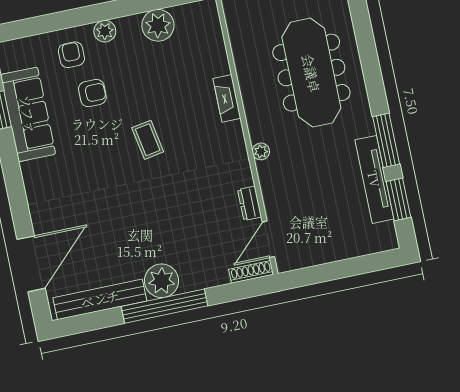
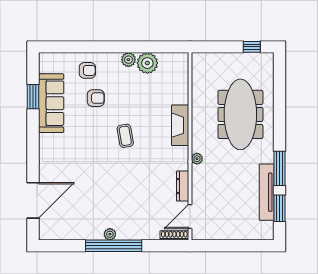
plant: (105, 31) -> (128, 60), moved
armchair: (71, 55) -> (87, 70), turned 90
fireplace: (227, 98) -> (180, 125), width x1.37, depth x1.32
dresser: (249, 203) -> (183, 186), width x1.44
plant: (162, 281) -> (110, 234), width x0.53, depth x0.53
bench: (100, 299) -> (73, 233), removed

